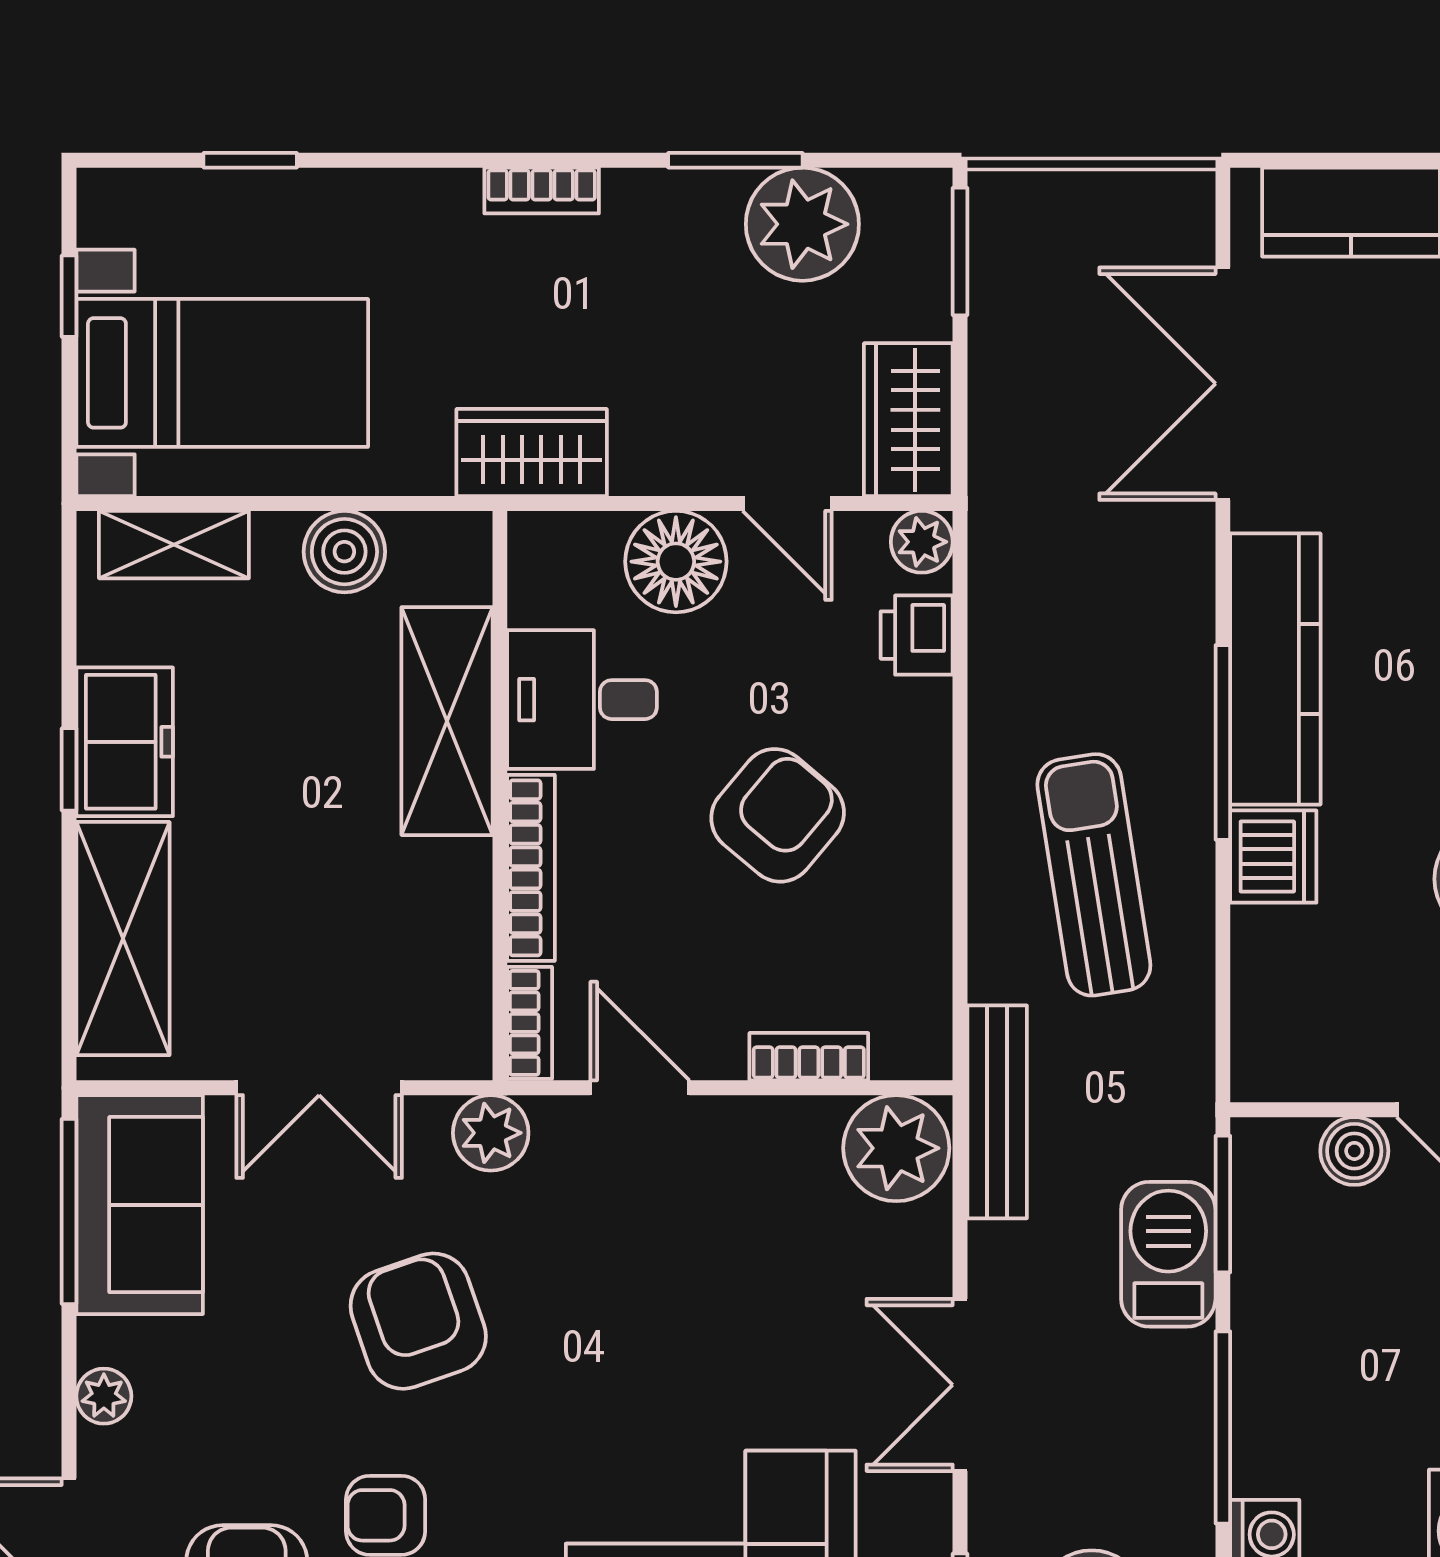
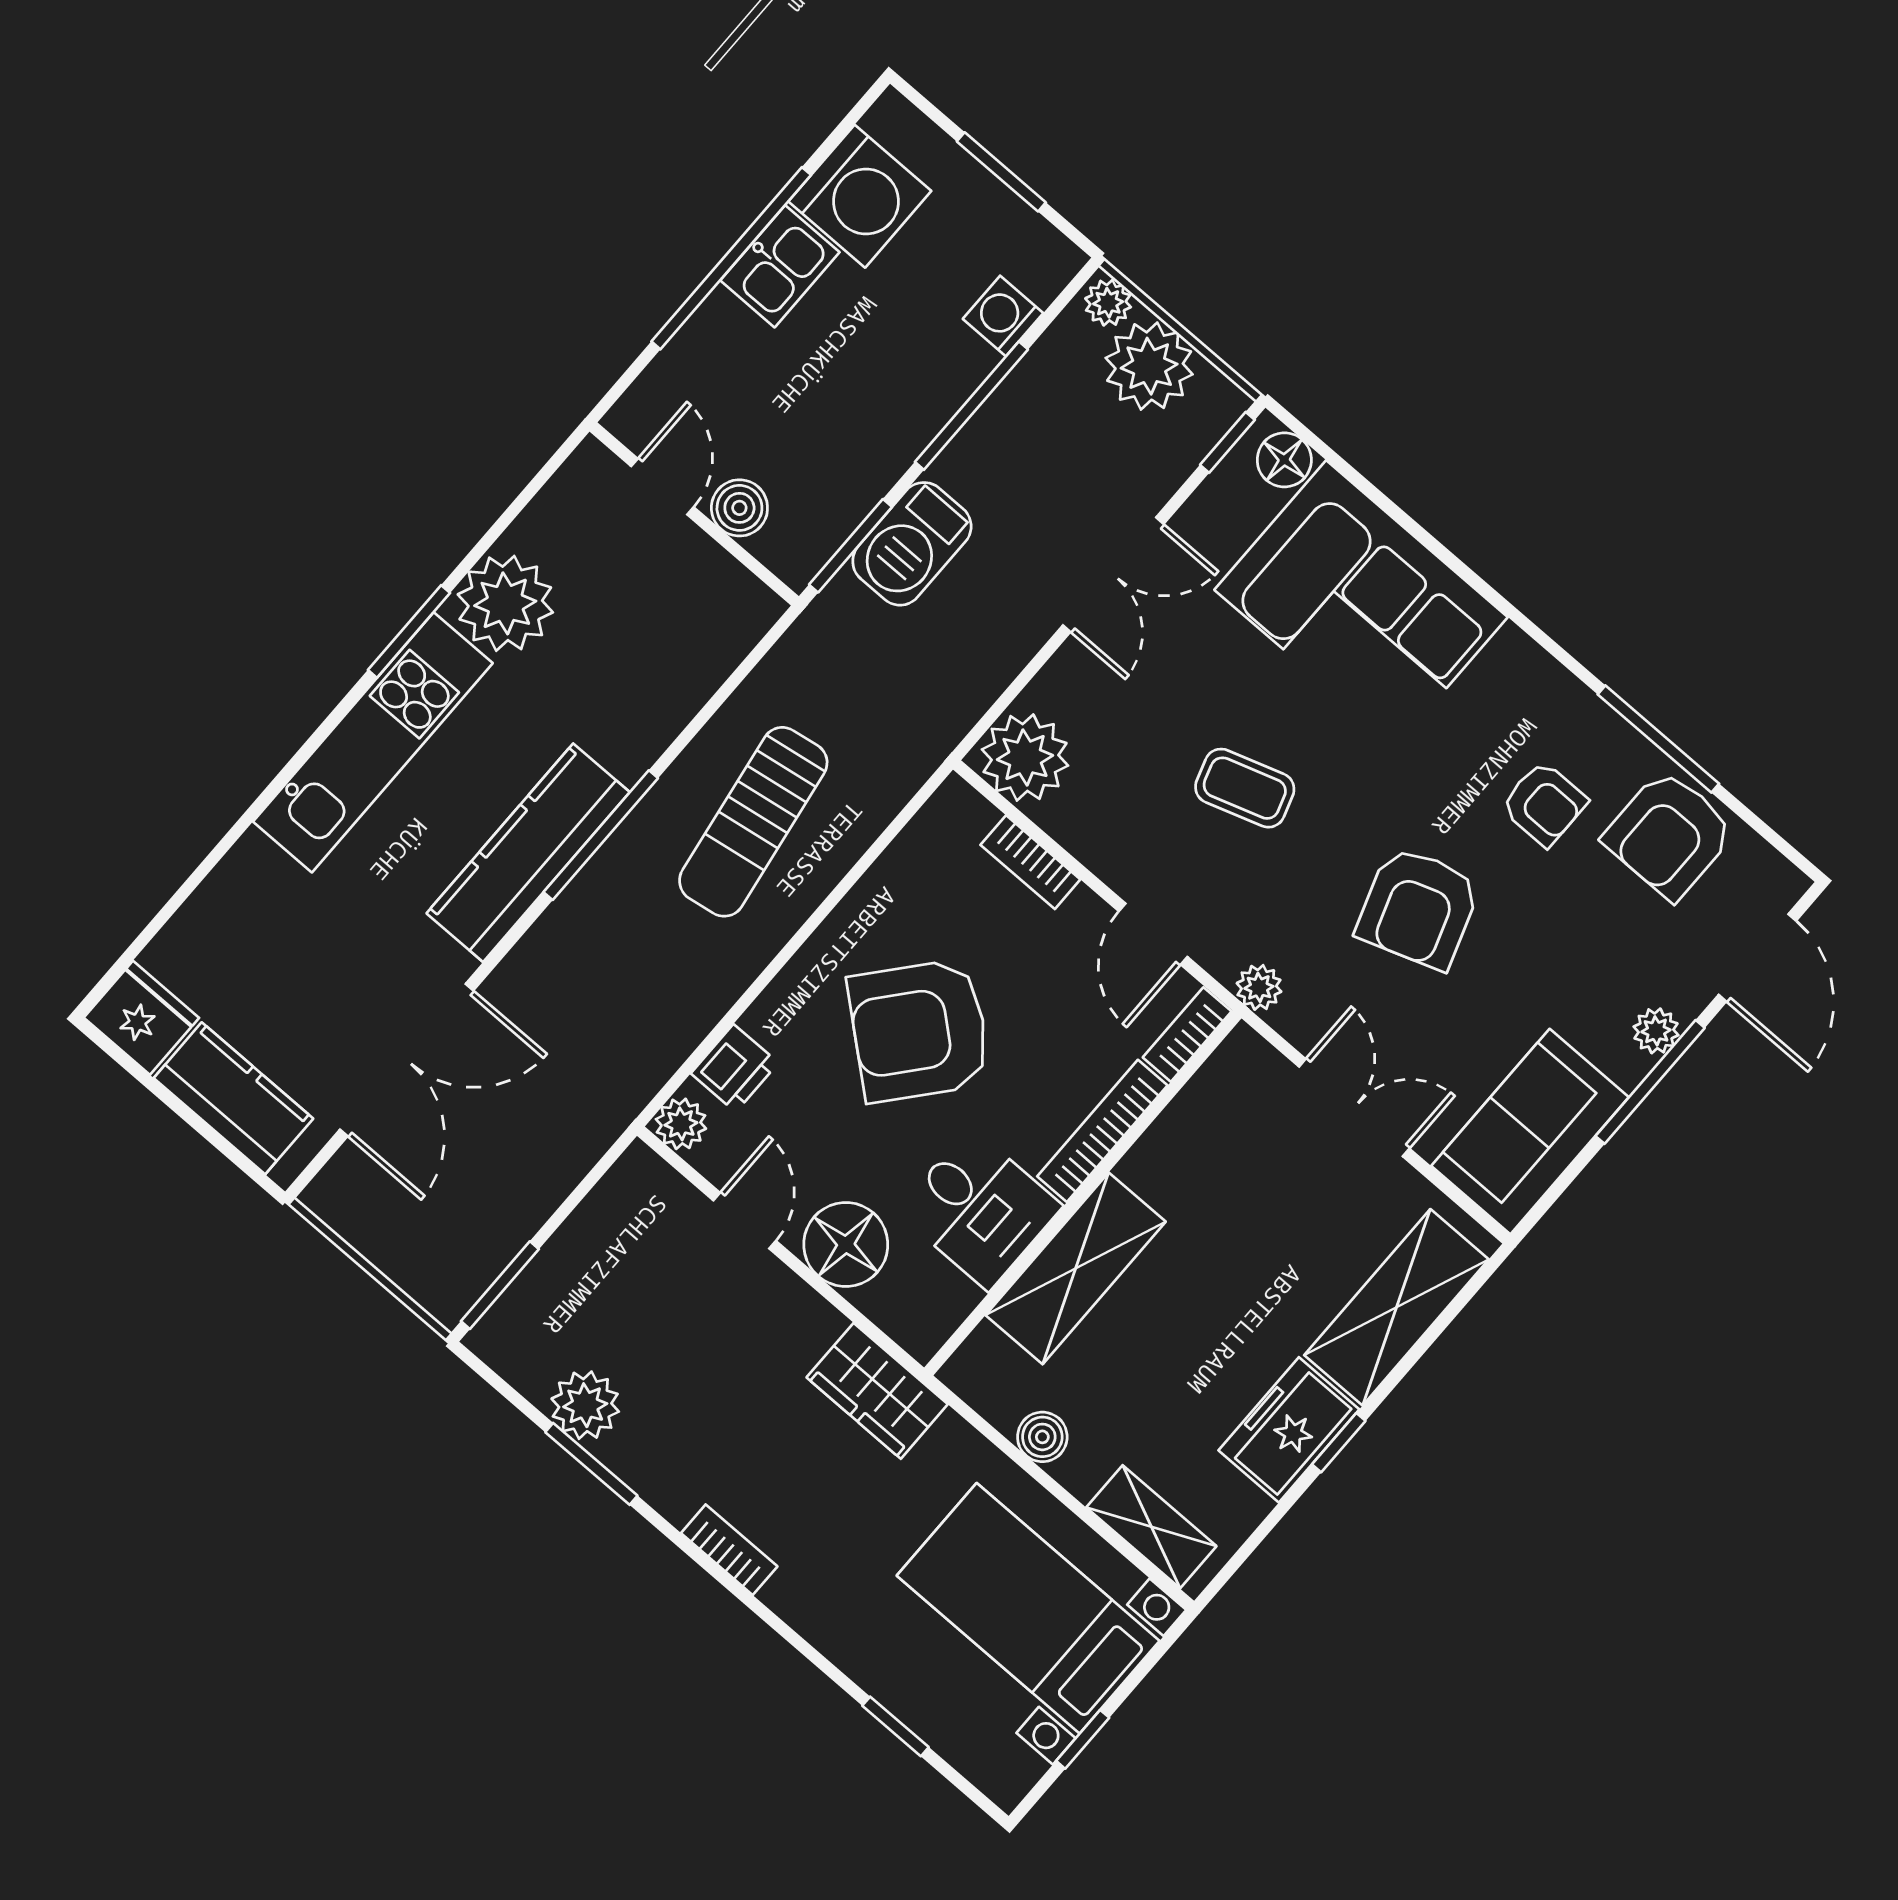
plant: (802, 224) -> (585, 1405), width x0.73, depth x0.73
wardrobe: (908, 420) -> (623, 1208), removed
boiler: (344, 552) -> (1042, 1437), width x0.73, depth x0.73
armchair: (778, 815) -> (919, 1030), width x1.36, depth x1.36
dishwasher: (1273, 857) -> (631, 736), removed
bench: (997, 1112) -> (942, 726), removed
plant: (491, 1133) -> (1259, 987), width x0.73, depth x0.73
window: (69, 1211) -> (1650, 1082), moved
coffee table: (671, 1294) -> (1245, 788), added

